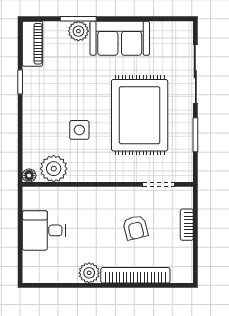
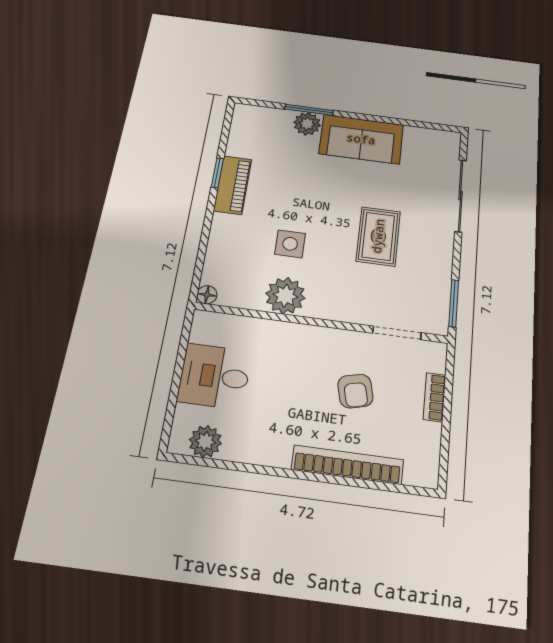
piano: (33, 44) -> (233, 185), moved
rug: (140, 115) -> (378, 236), width x0.54, depth x0.49
window: (195, 135) -> (454, 303), moved
plant: (54, 169) -> (285, 296), moved
plant: (89, 273) -> (205, 442), moved

